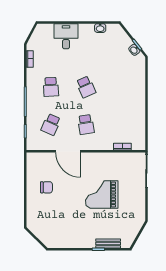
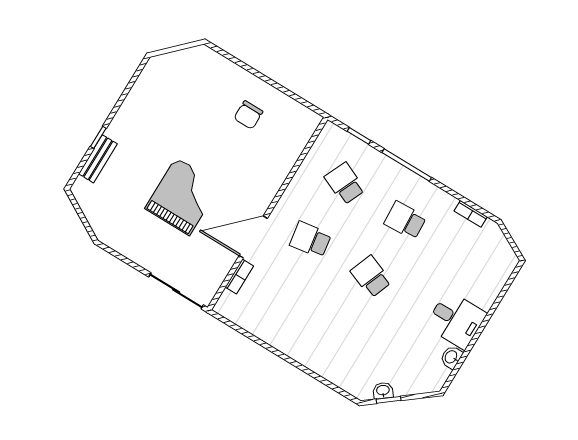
desk: (66, 36) -> (456, 320), moved
school desk: (86, 87) -> (371, 277), turned 45
door: (68, 151) -> (253, 237), moved

